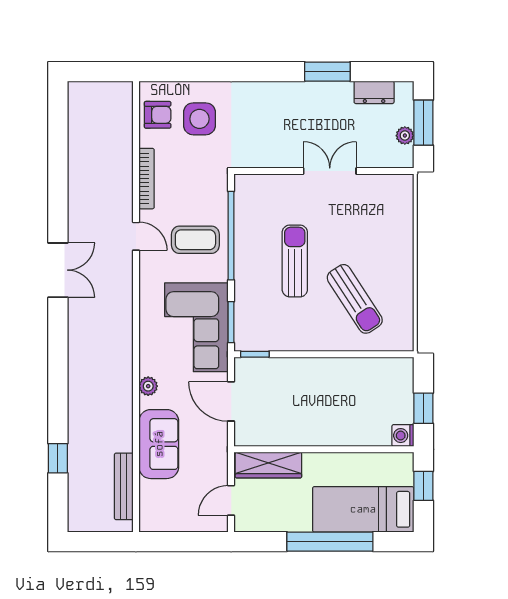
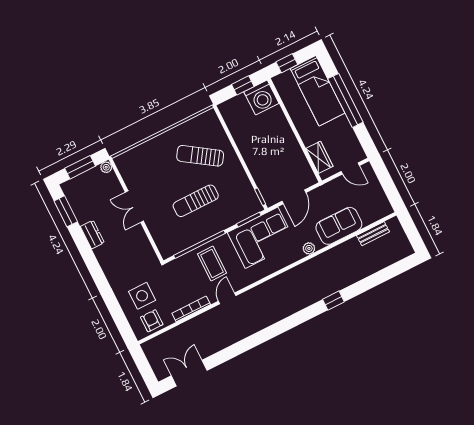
window: (327, 72) -> (66, 211), moved
dresser: (374, 92) -> (92, 235), moved
plant: (405, 136) -> (106, 167), moved
double door: (58, 270) -> (189, 373), moved
sun lounger: (355, 299) -> (200, 156), turned -113
washing machine: (403, 436) -> (261, 98), width x1.89, depth x1.89
window: (58, 458) -> (333, 301), moved
wardrobe: (268, 465) -> (319, 157), width x0.67
bench: (124, 486) -> (373, 234), width x0.73

